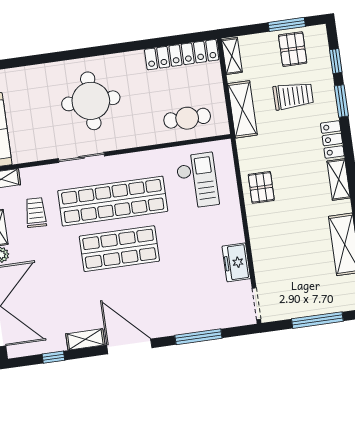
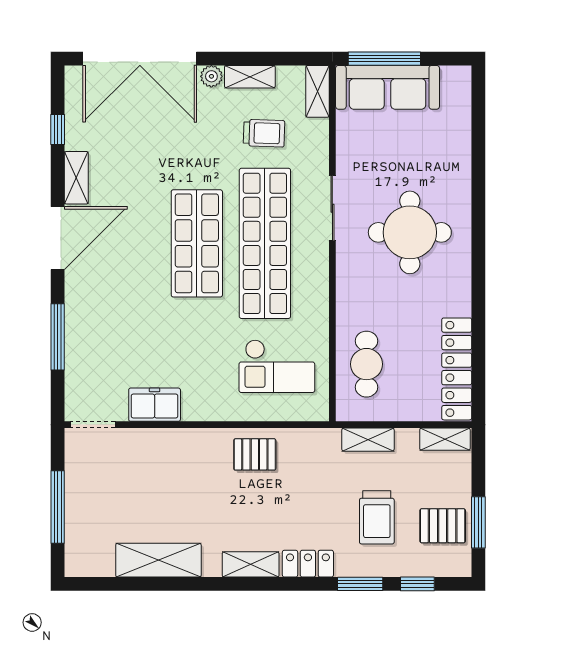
shelving: (242, 109) -> (368, 440), width x0.67, depth x0.75

